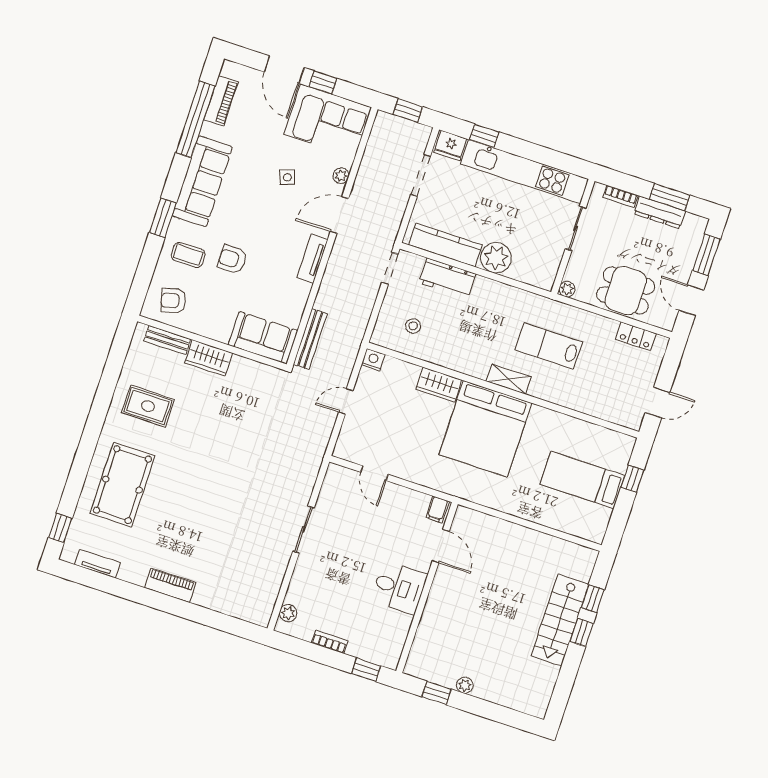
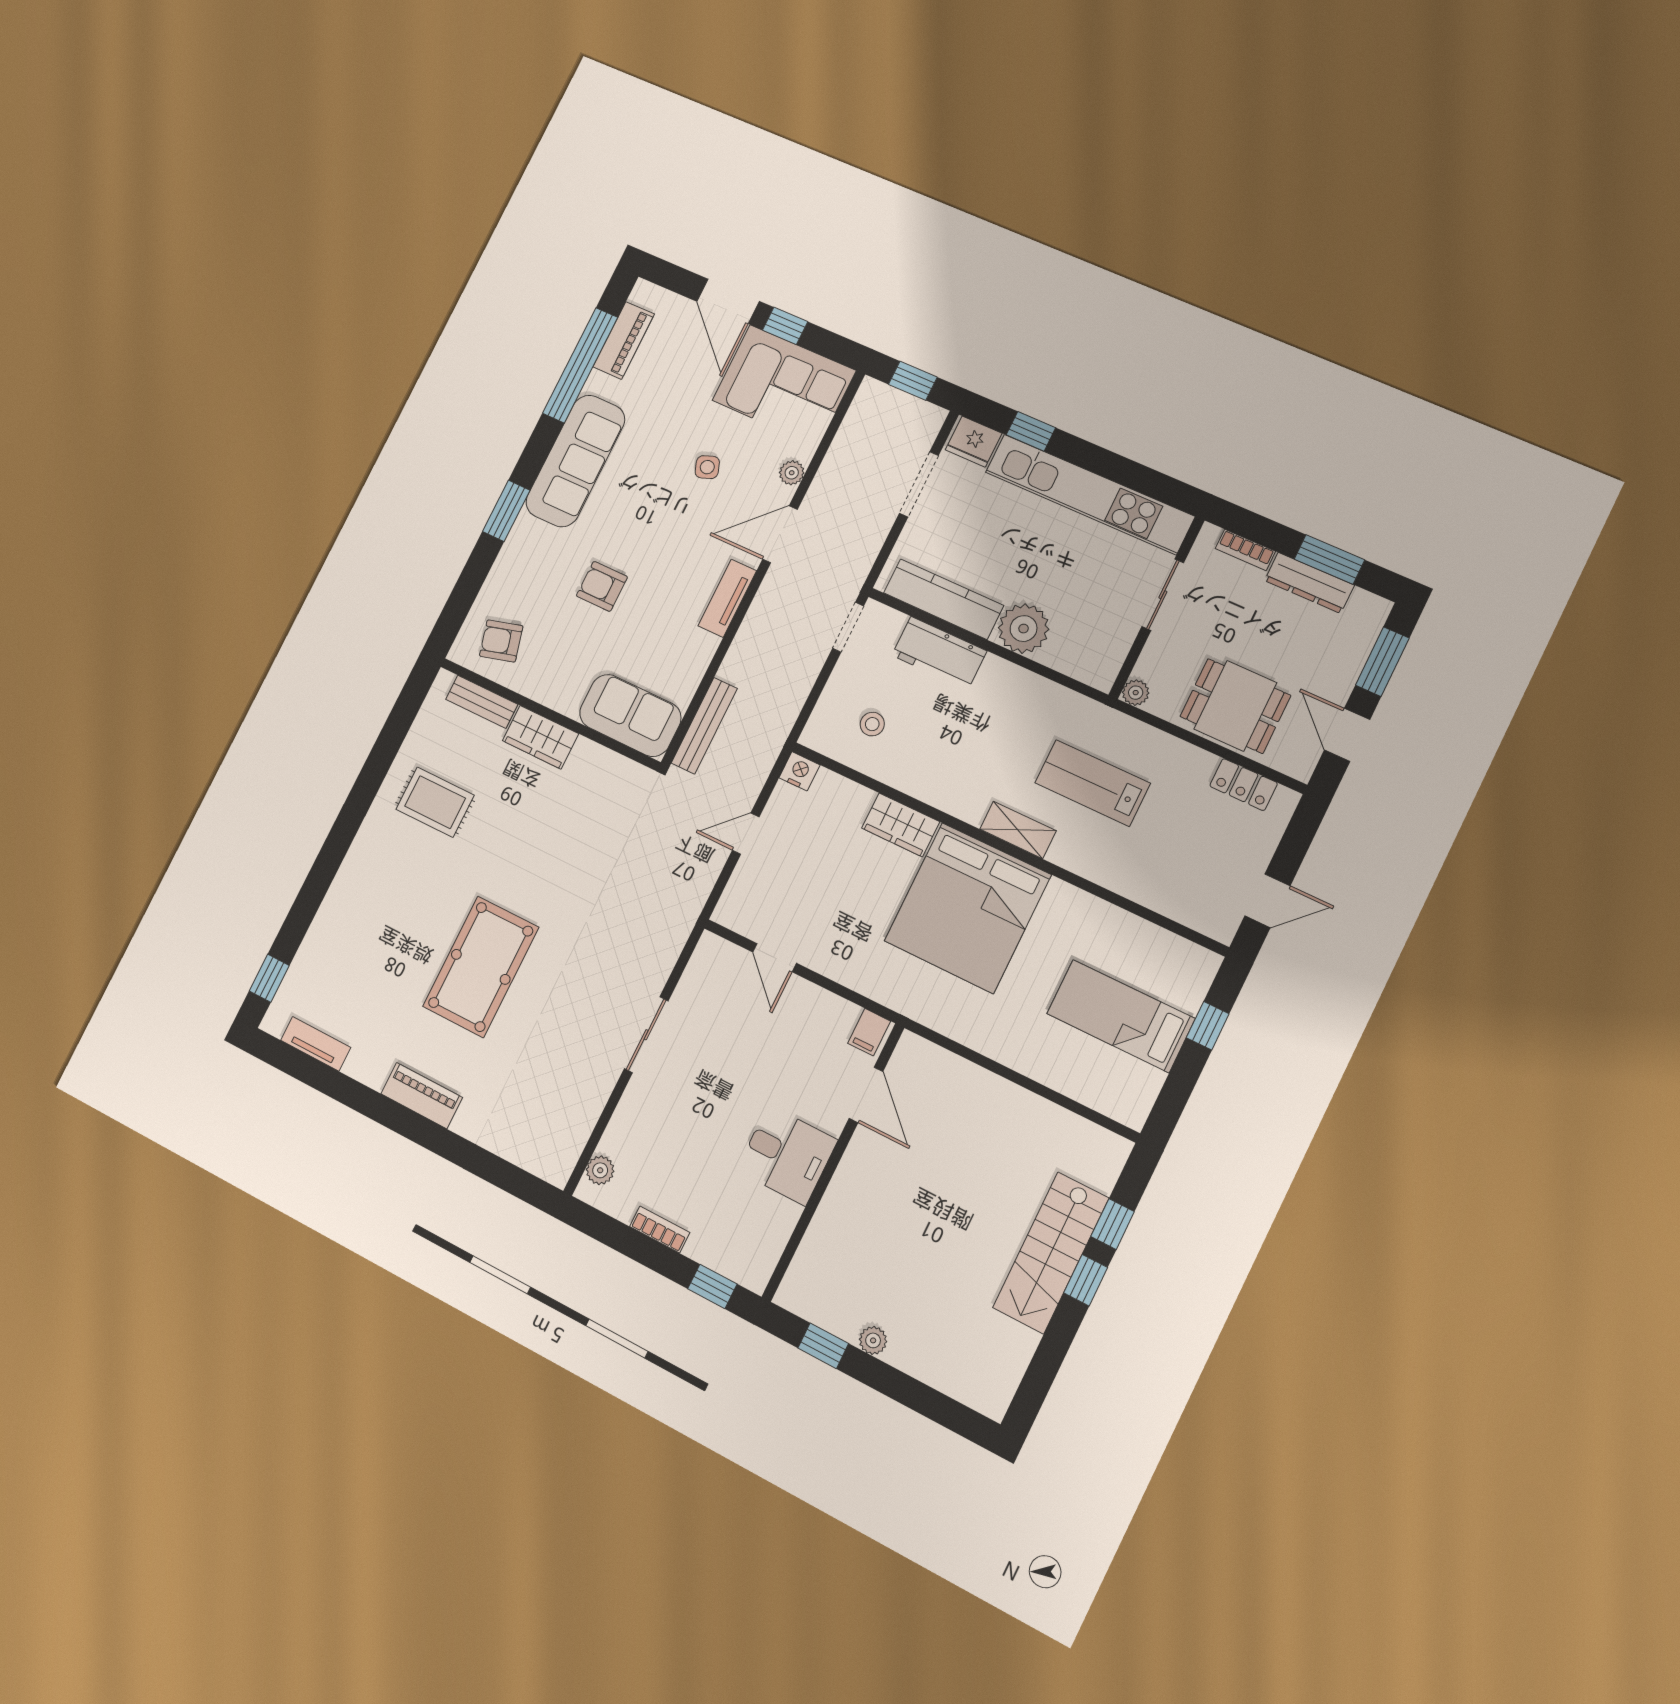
coffee table: (188, 255) -> (535, 572), removed
pool table: (122, 485) -> (481, 967), moved

